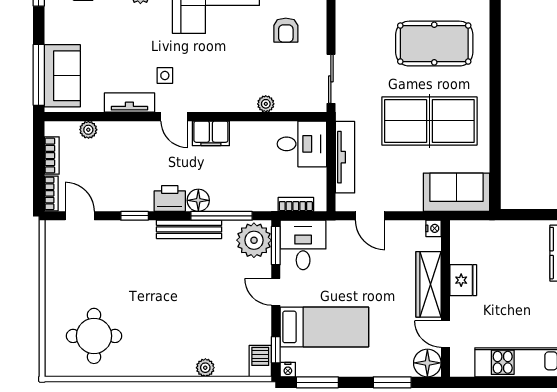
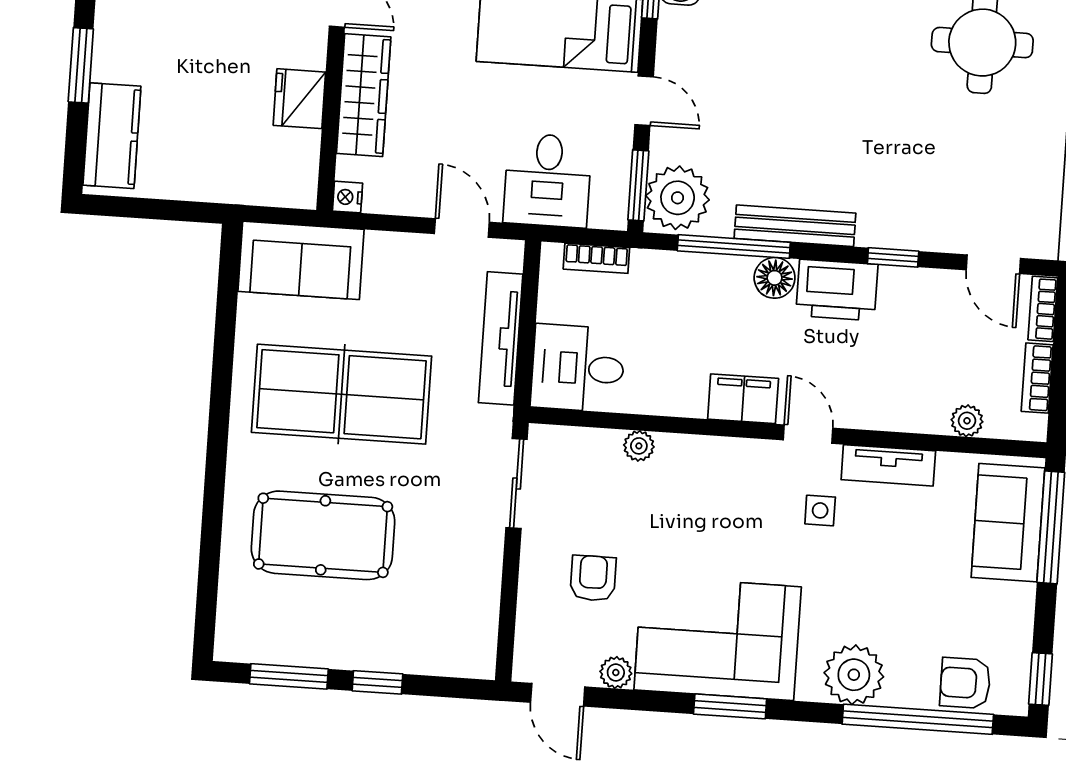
printer: (170, 199) -> (837, 290), width x1.37, depth x1.19
desk: (303, 245) -> (548, 180), moved

